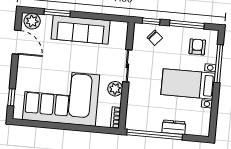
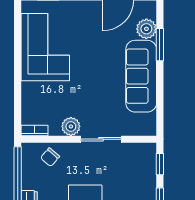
plant: (32, 21) -> (146, 29), moved
chair: (155, 38) -> (50, 157), moved
corner sofa: (61, 97) -> (45, 47), width x0.73, depth x0.74

